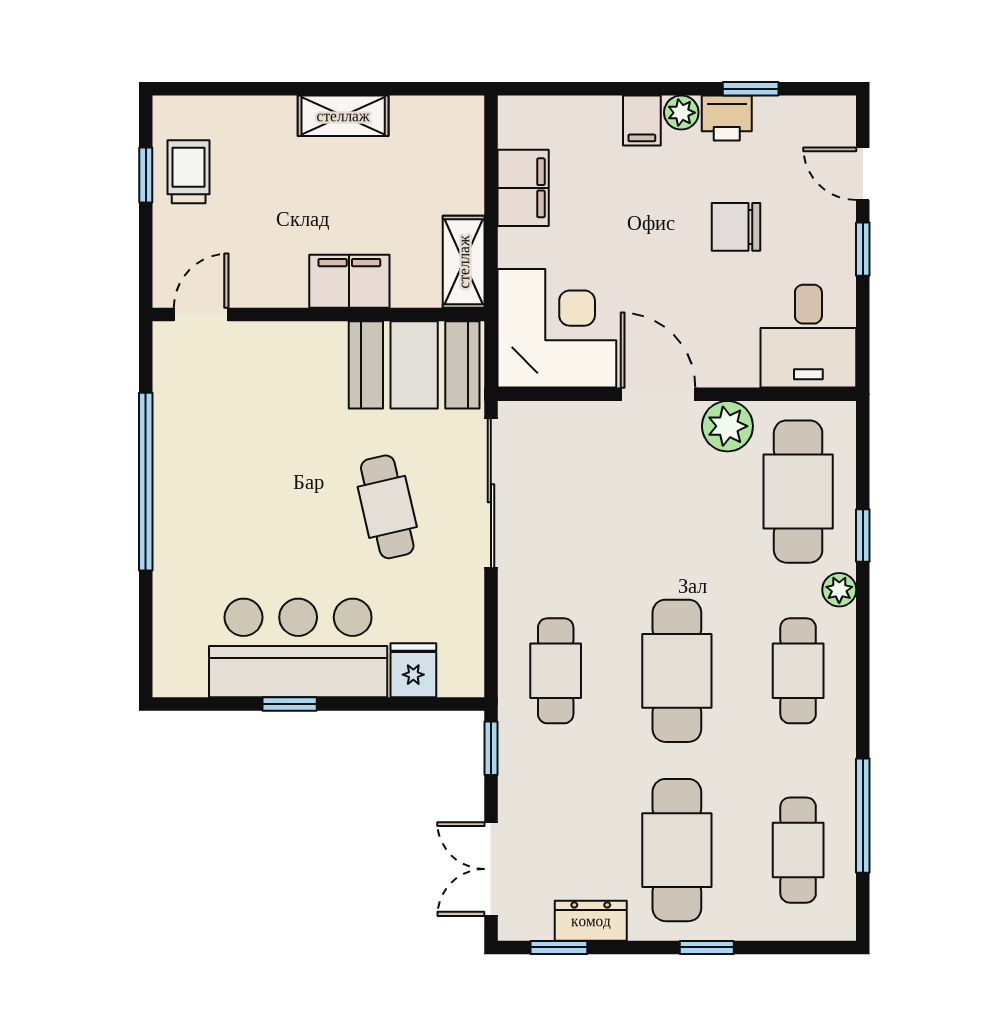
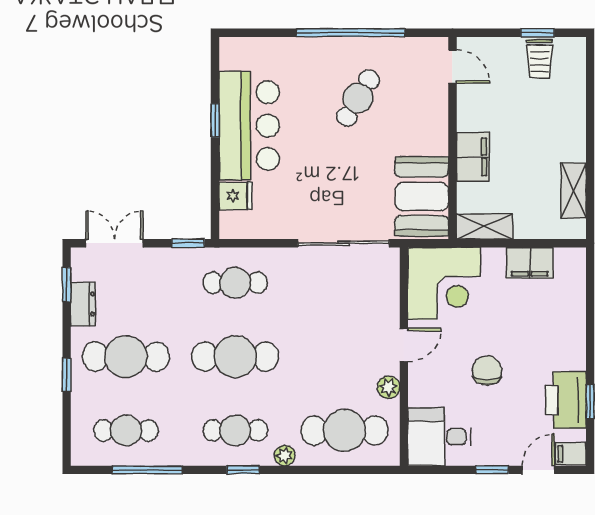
plant: (681, 113) -> (576, 359), removed
shelving: (343, 116) -> (574, 191), moved
printer: (727, 118) -> (566, 400), width x1.87, depth x1.48
filing cabinet: (642, 120) -> (571, 454), moved
trolley: (189, 172) -> (540, 59), turned 90
chair: (736, 227) -> (487, 371), moved
door: (658, 394) -> (404, 345), width x0.73
plant: (727, 426) -> (389, 387), width x0.73, depth x0.73
cafe table: (387, 507) -> (358, 98), moved, turned -46
window: (863, 535) -> (243, 470), moved

